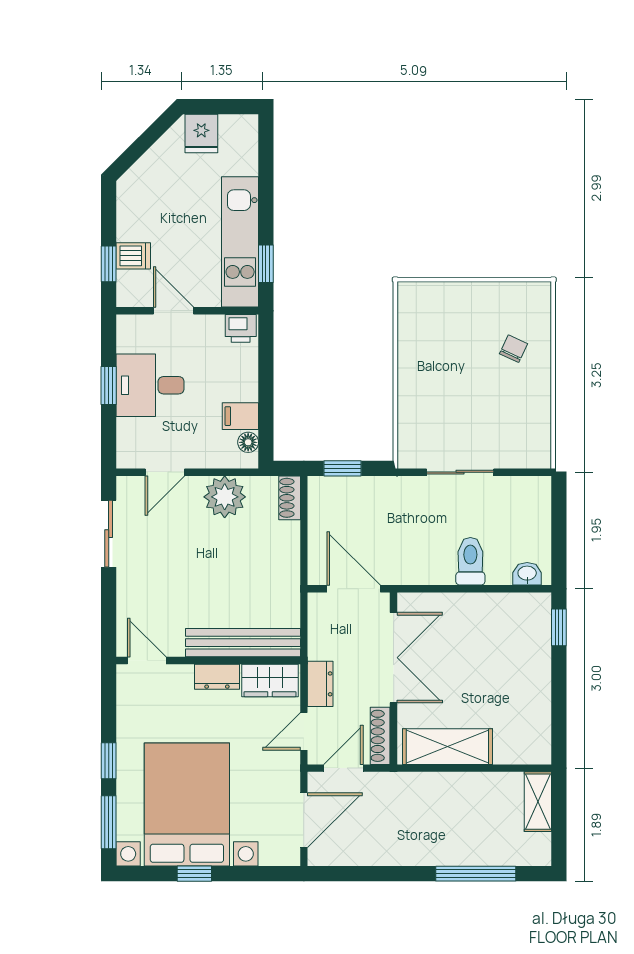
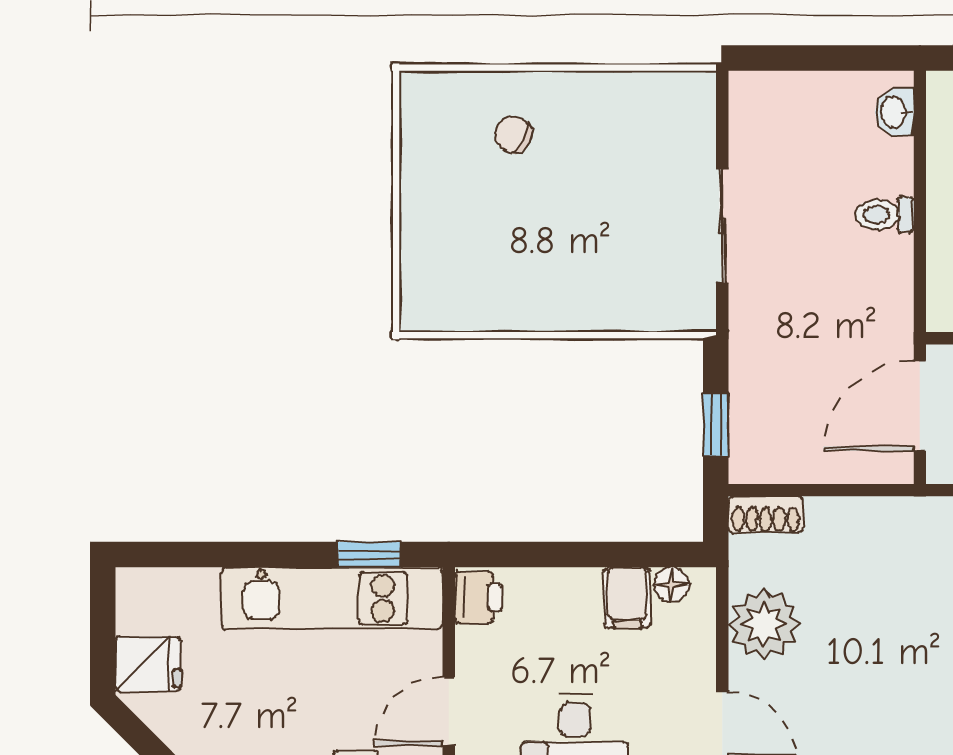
toilet: (470, 561) -> (885, 215), width x0.73, depth x0.72

